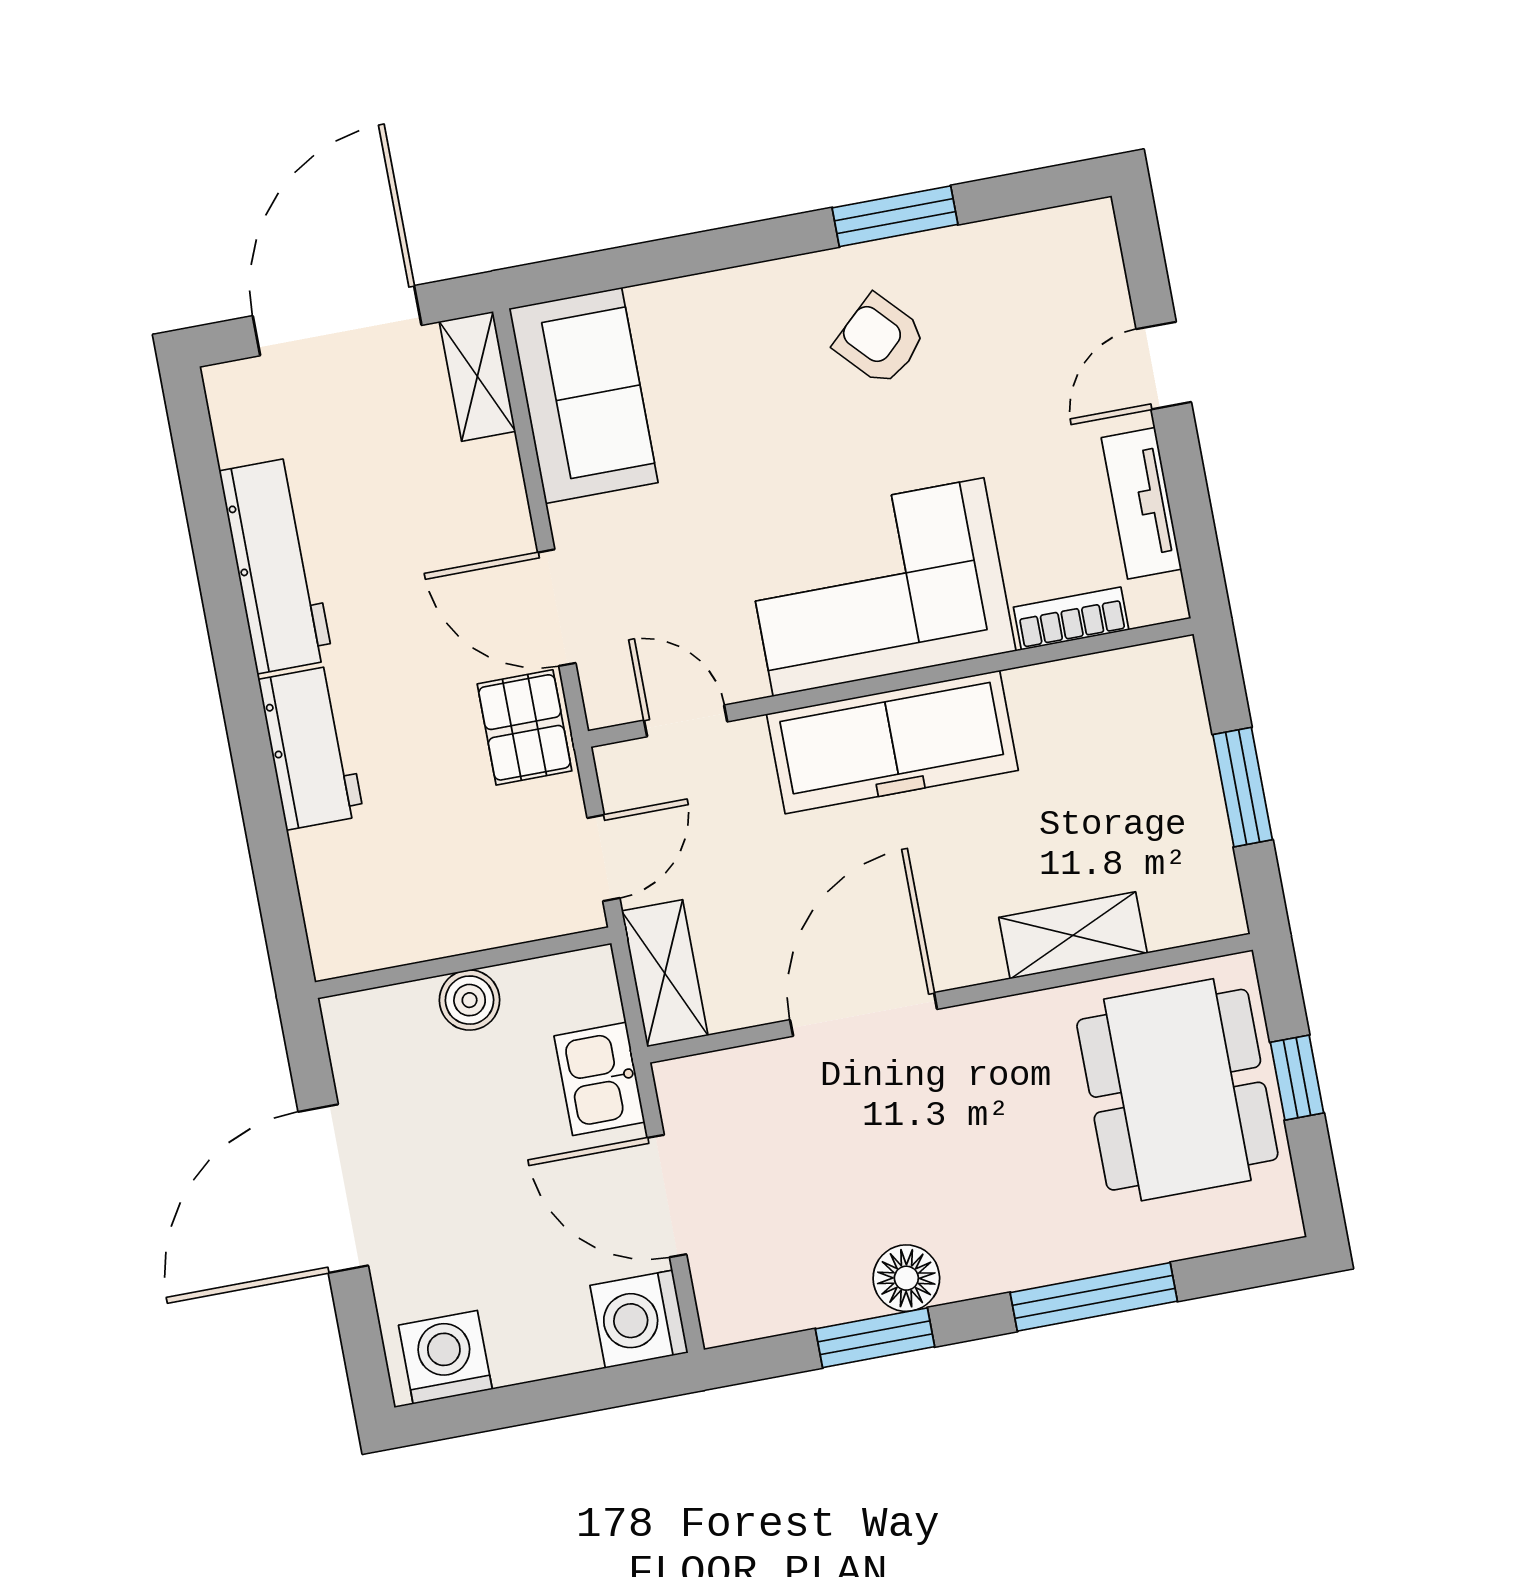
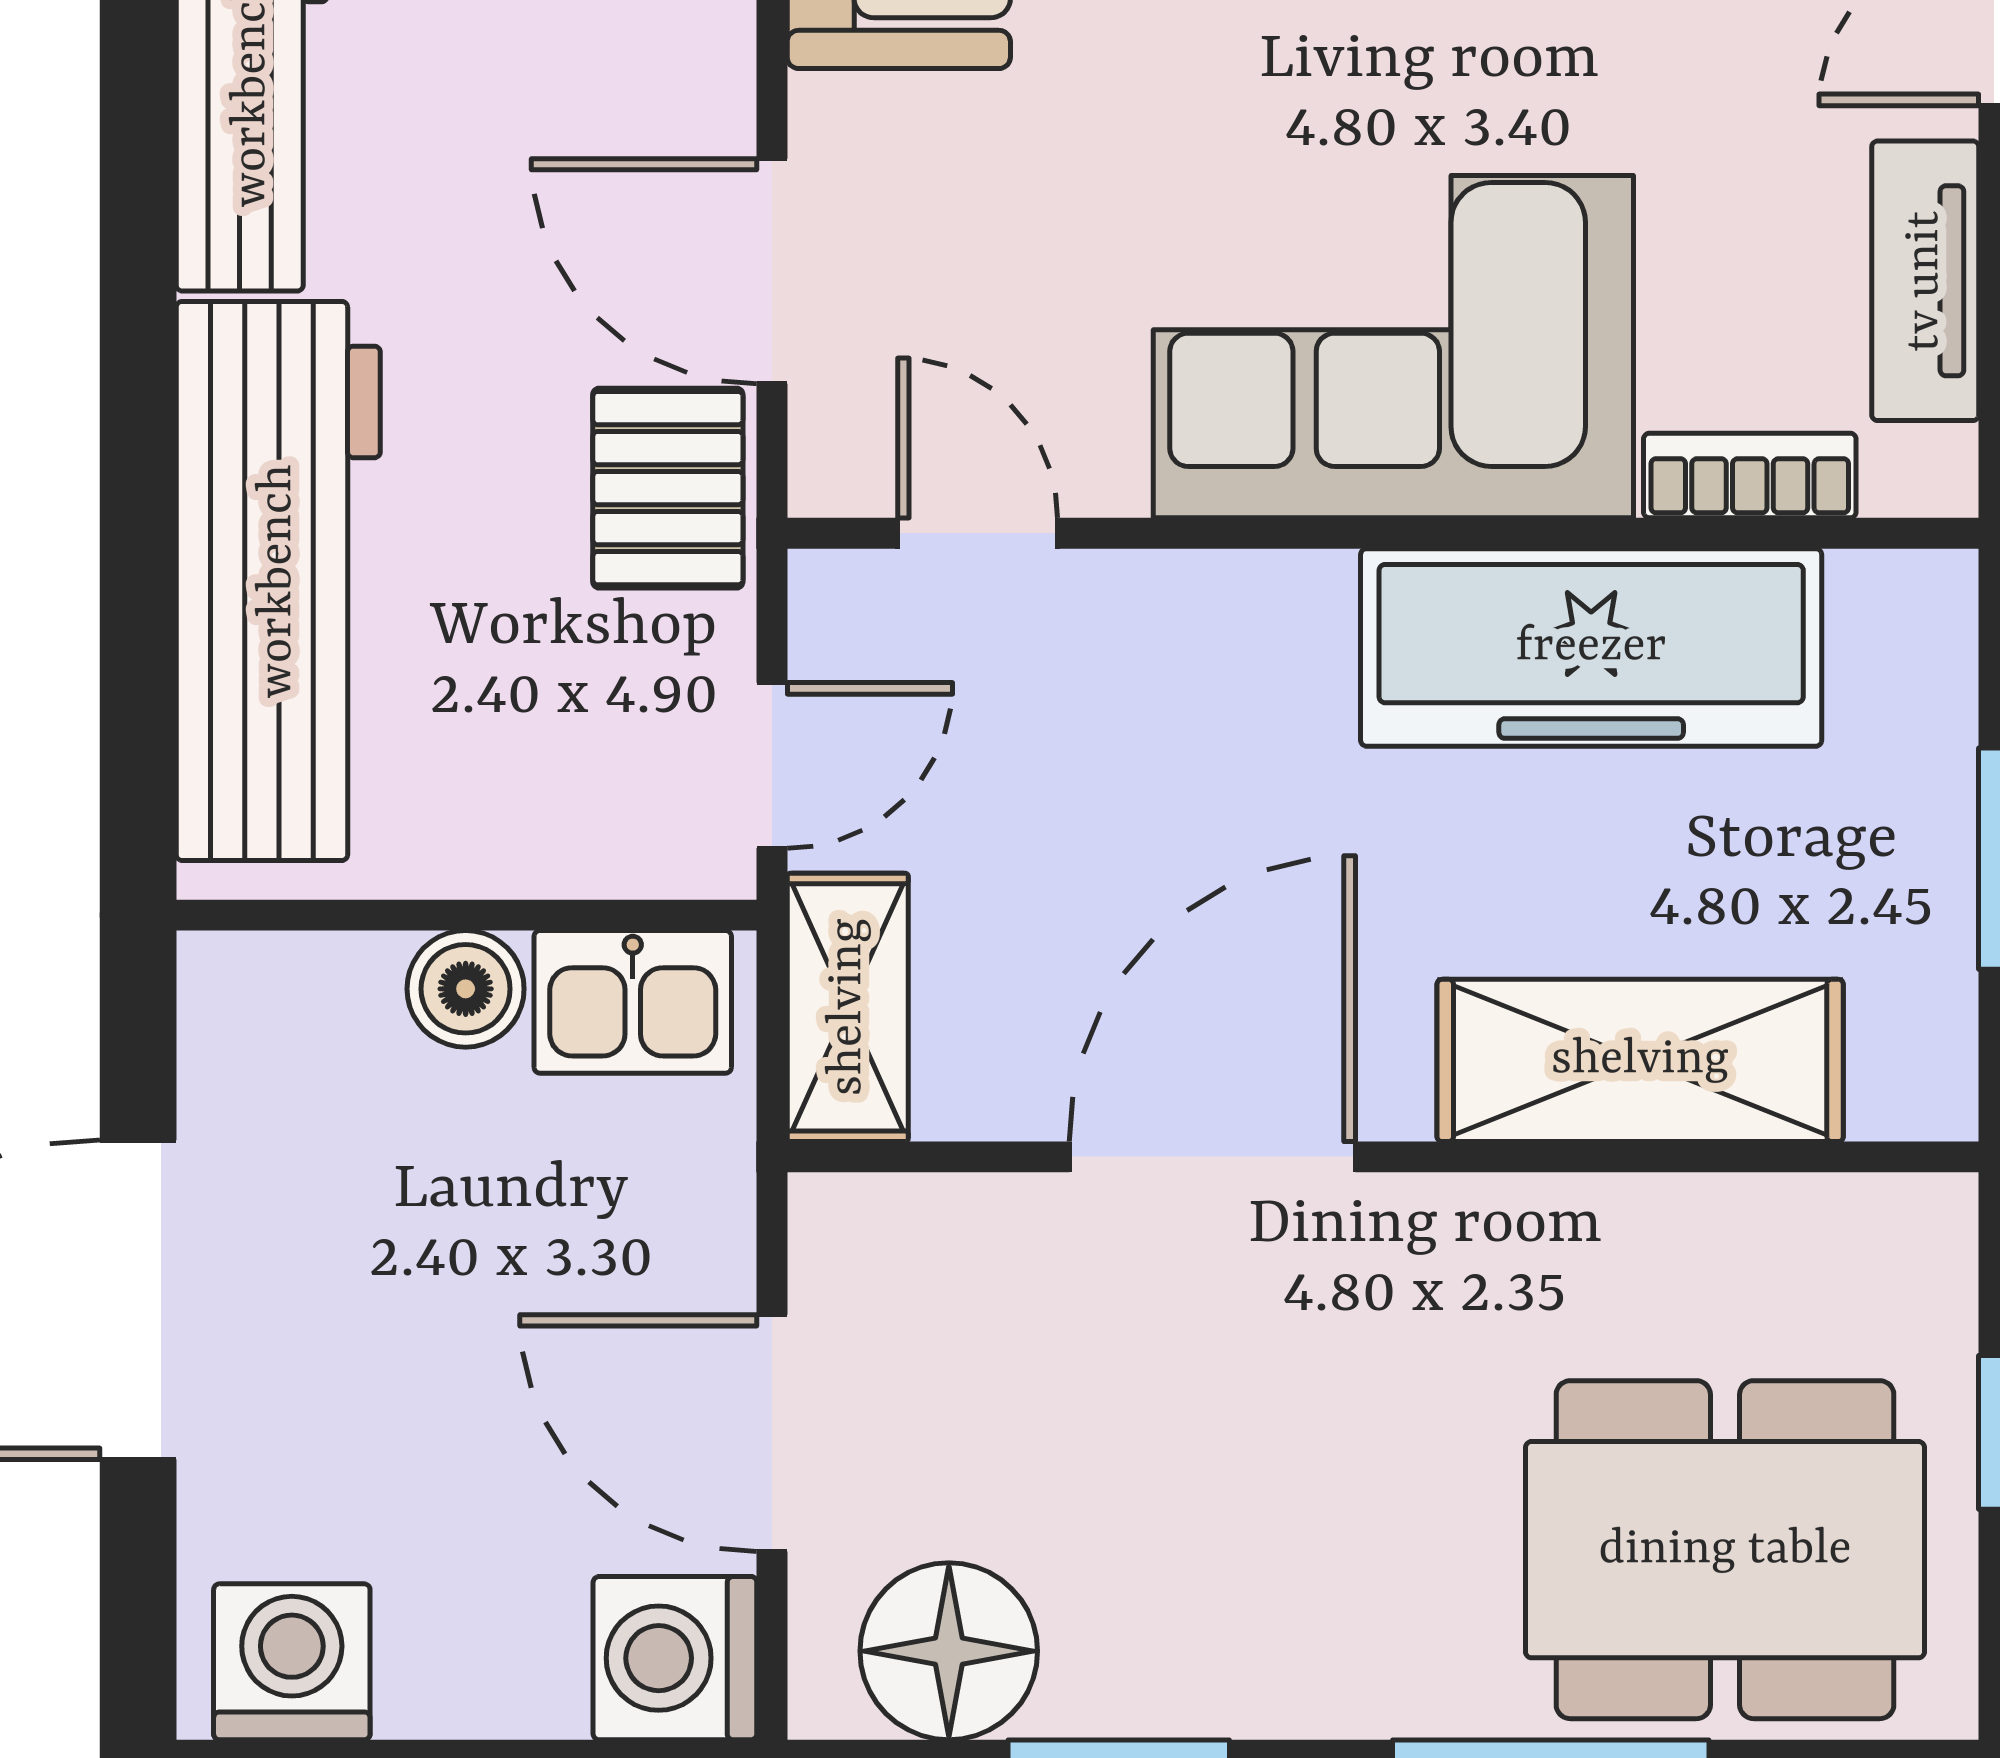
freezer: (892, 742) -> (1591, 647), moved
workbench: (311, 748) -> (278, 581), width x1.88, depth x1.32
shelving: (1073, 935) -> (1640, 1060), width x1.50, depth x1.33
kitchen sink: (599, 1079) -> (633, 1002), moved, turned -90
dining table: (1177, 1090) -> (1725, 1550), moved, turned 90
floor lamp: (906, 1278) -> (949, 1651), moved, width x1.38, depth x1.38

